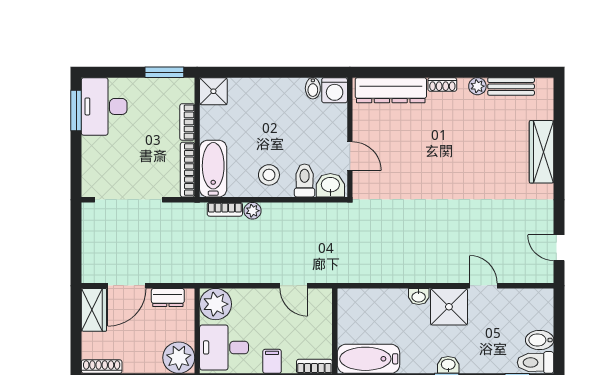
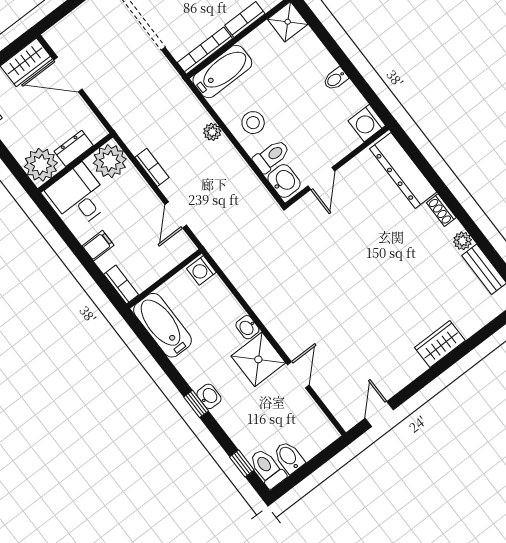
bidet: (313, 88) -> (335, 79), moved
wardrobe: (542, 152) -> (440, 344), width x0.67
bookcase: (225, 209) -> (152, 167), moved, turned 180
dresser: (168, 297) -> (74, 148), moved, turned 90
washing machine: (350, 298) -> (201, 270), added

